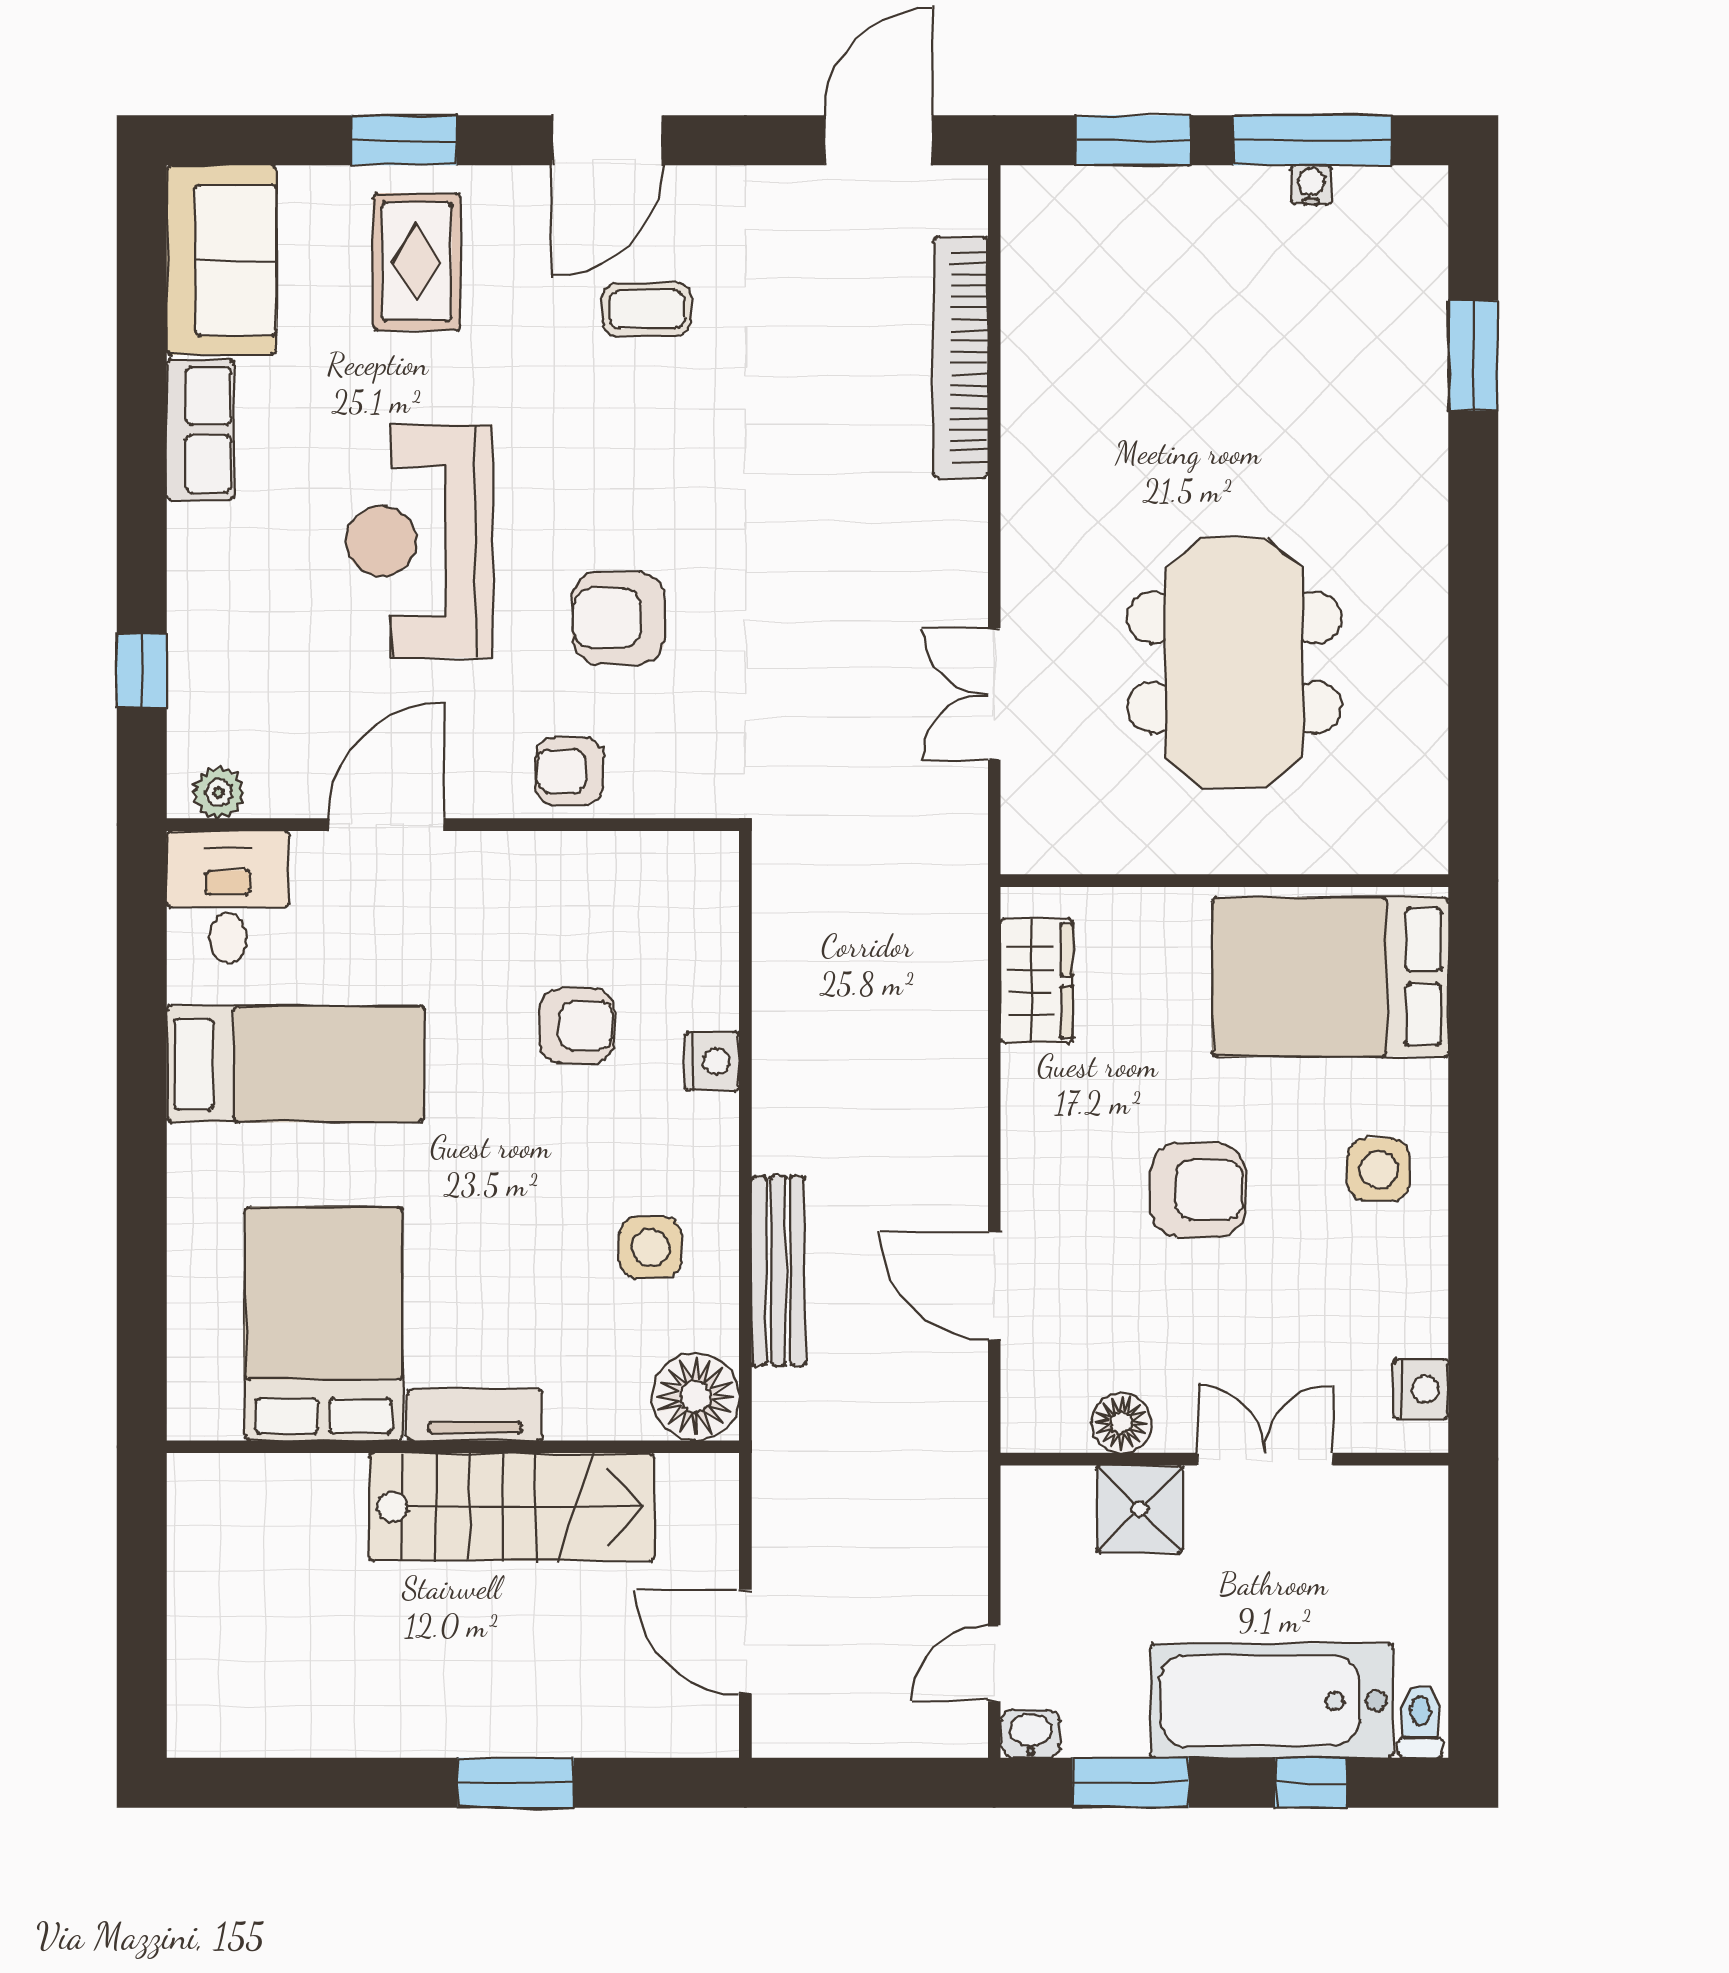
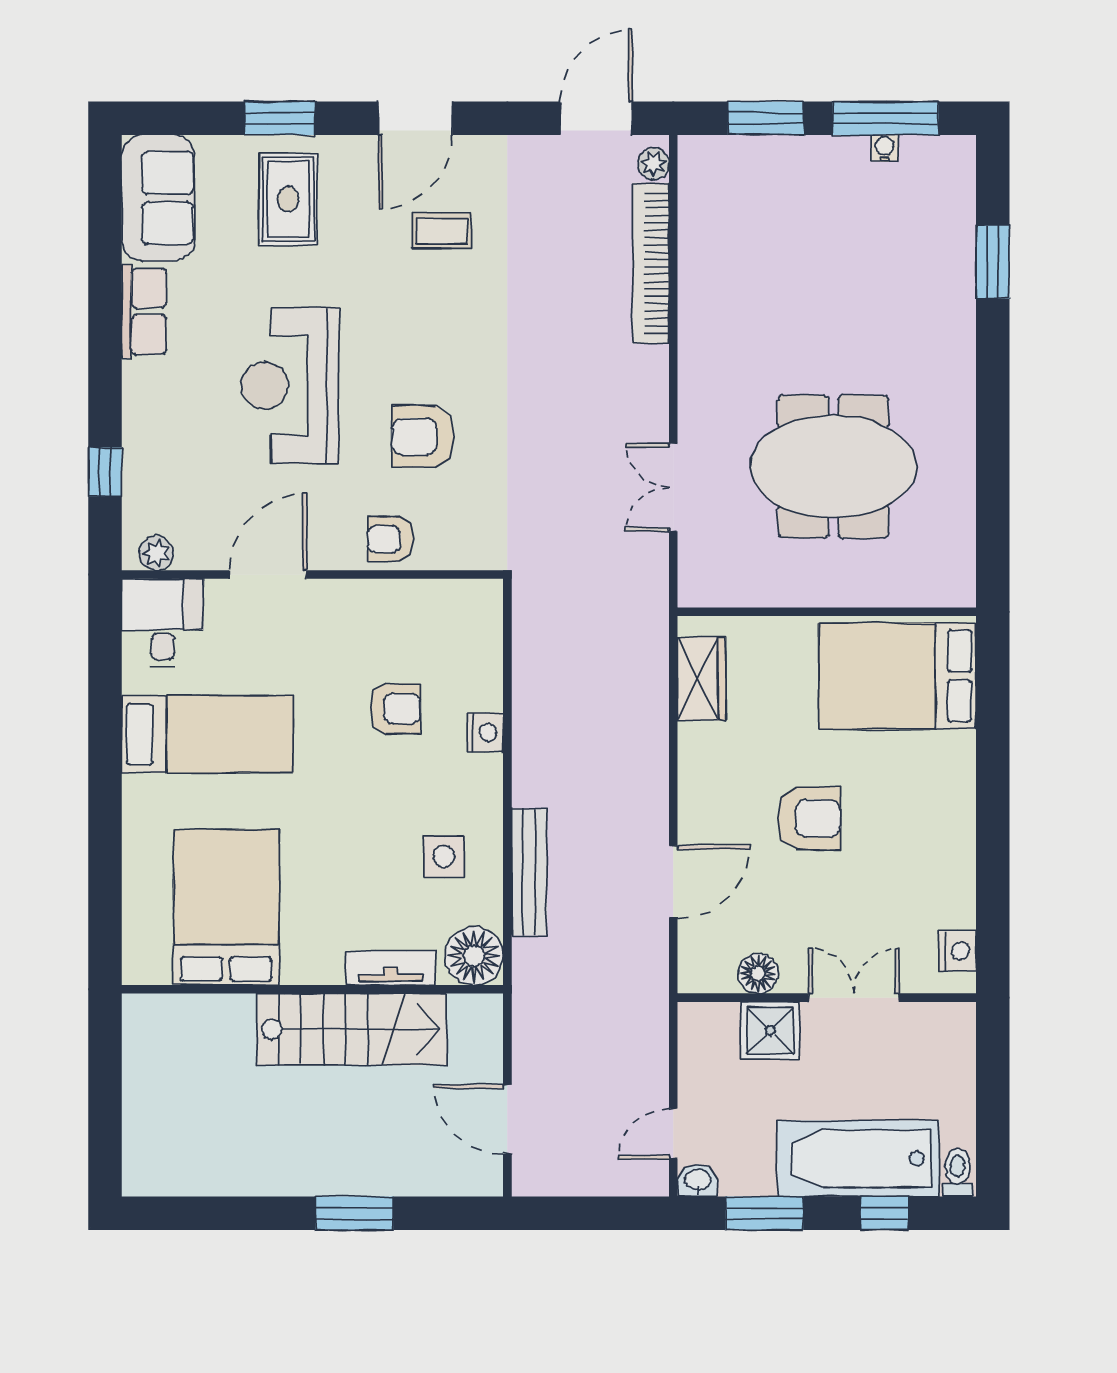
plant: (964, 208) -> (653, 164), added
meeting table: (1234, 663) -> (833, 467), turned 90
side table: (1379, 1170) -> (930, 804), removed
door: (994, 1286) -> (673, 882), swing flipped
tv unit: (475, 1415) -> (391, 968), moved

